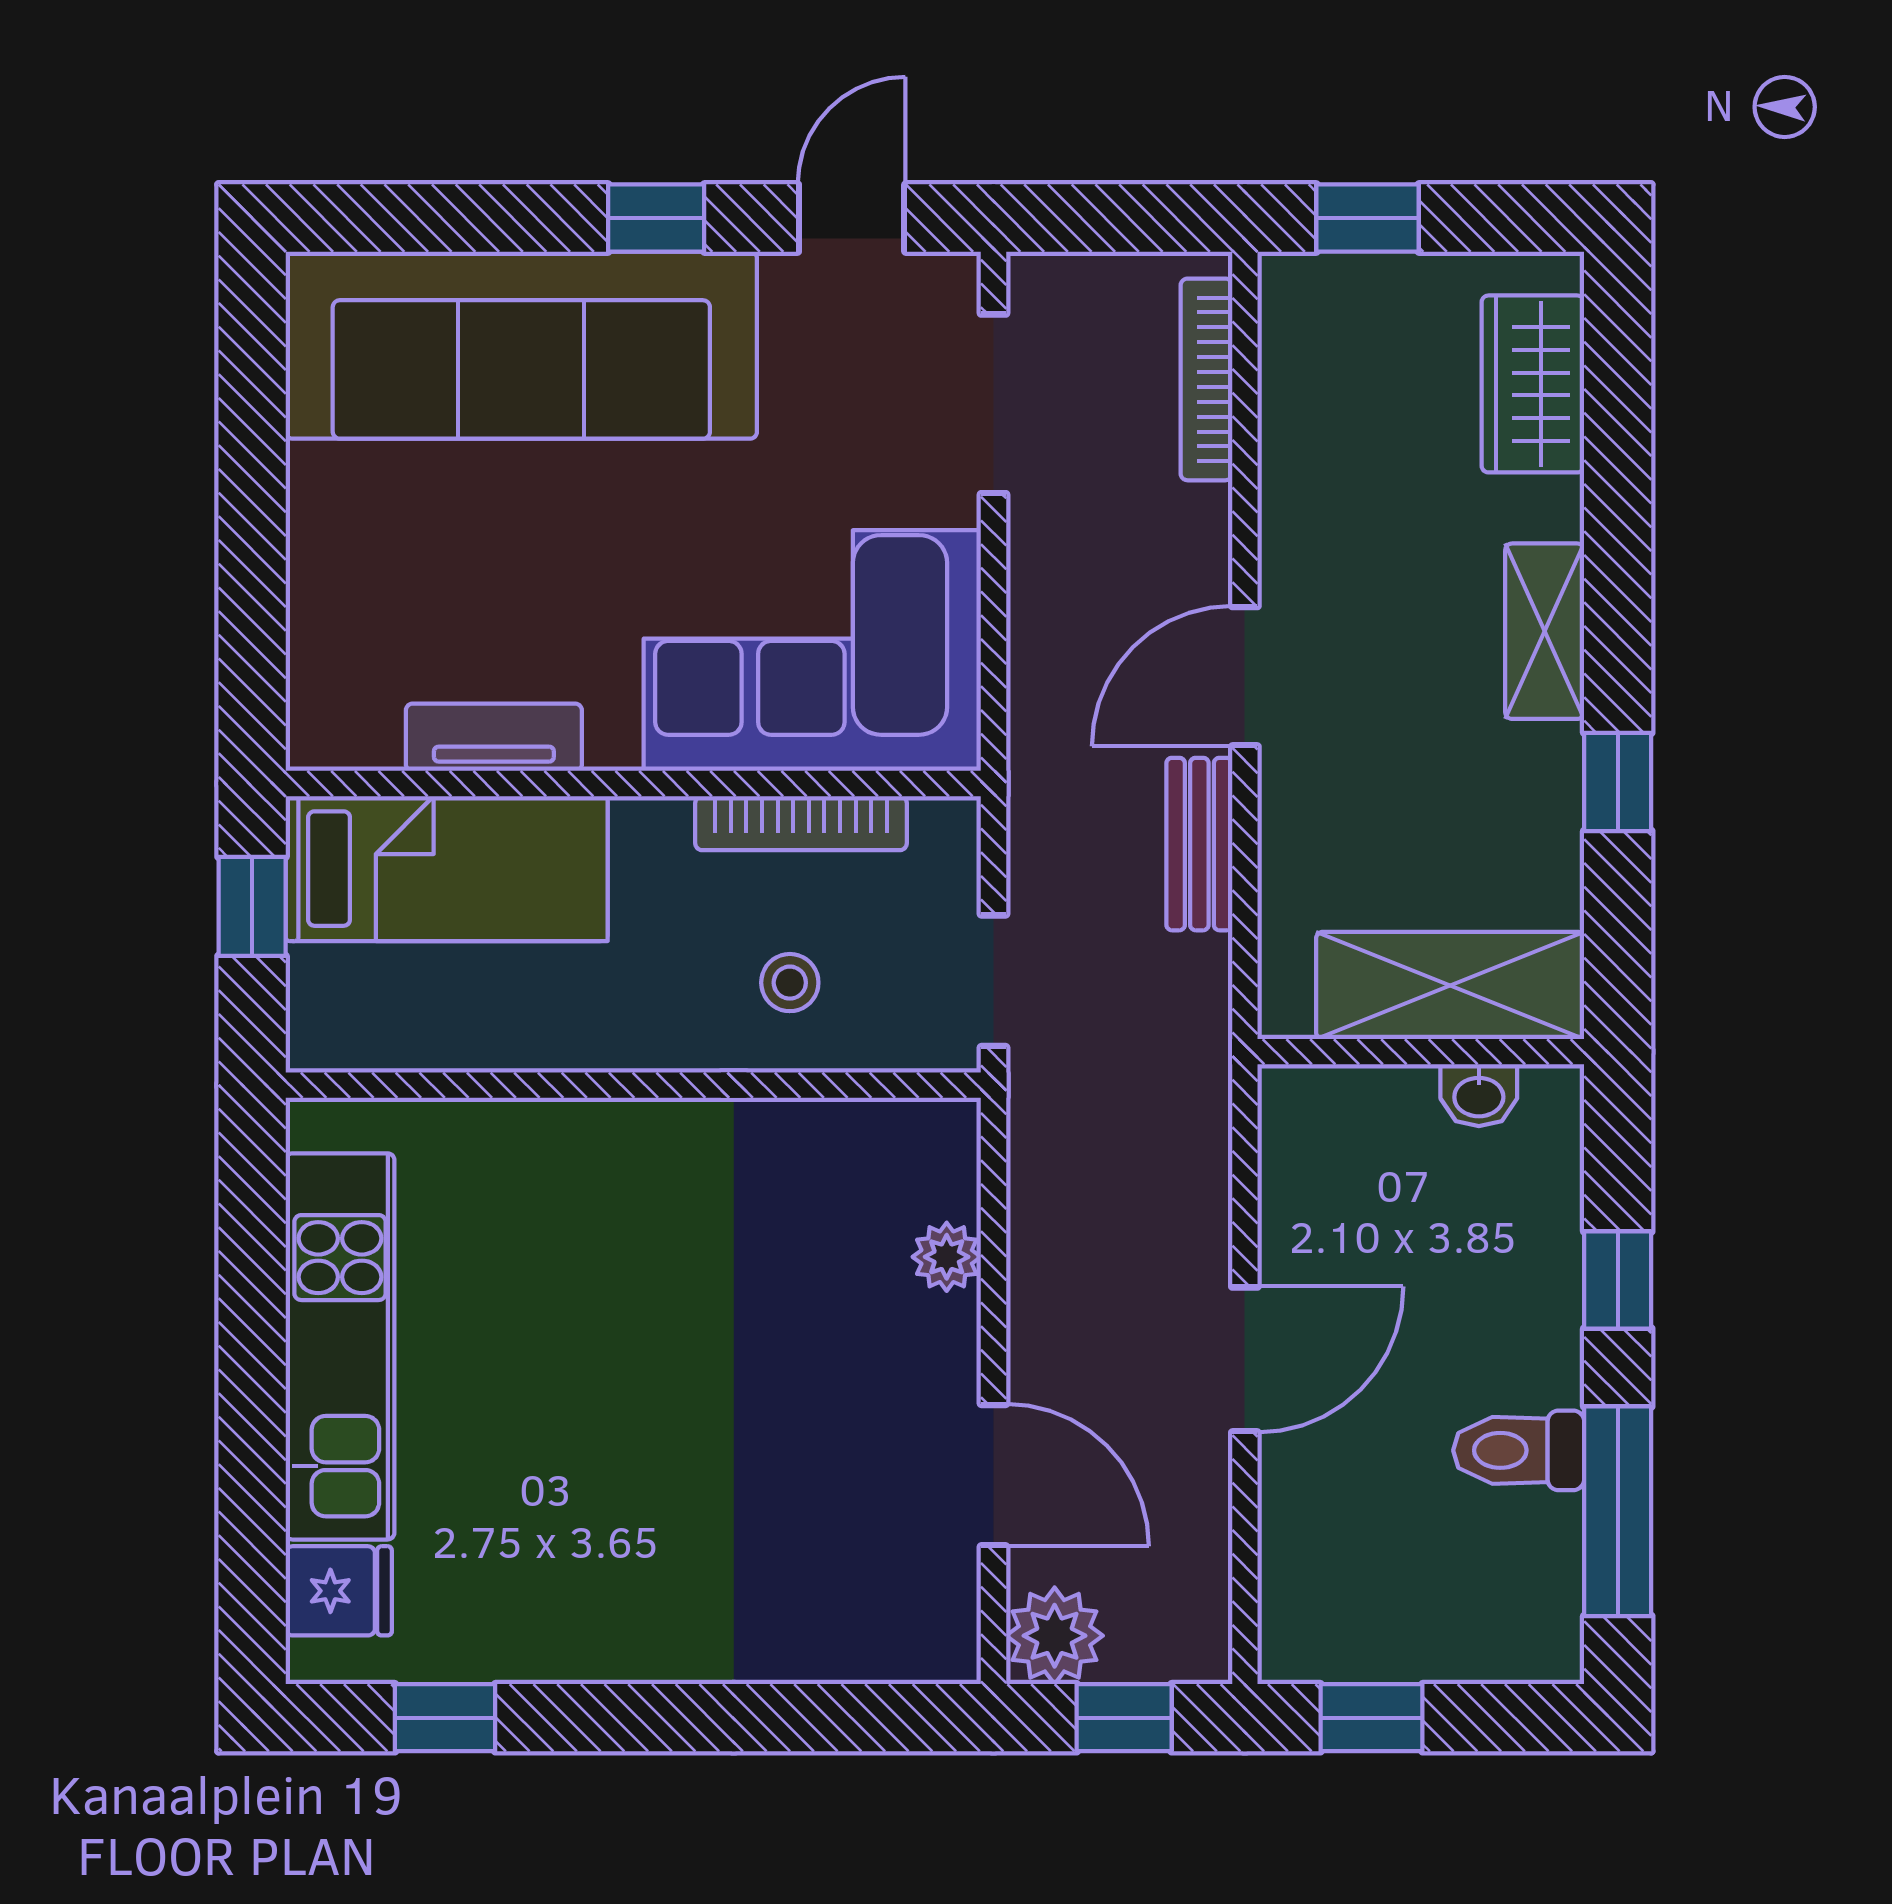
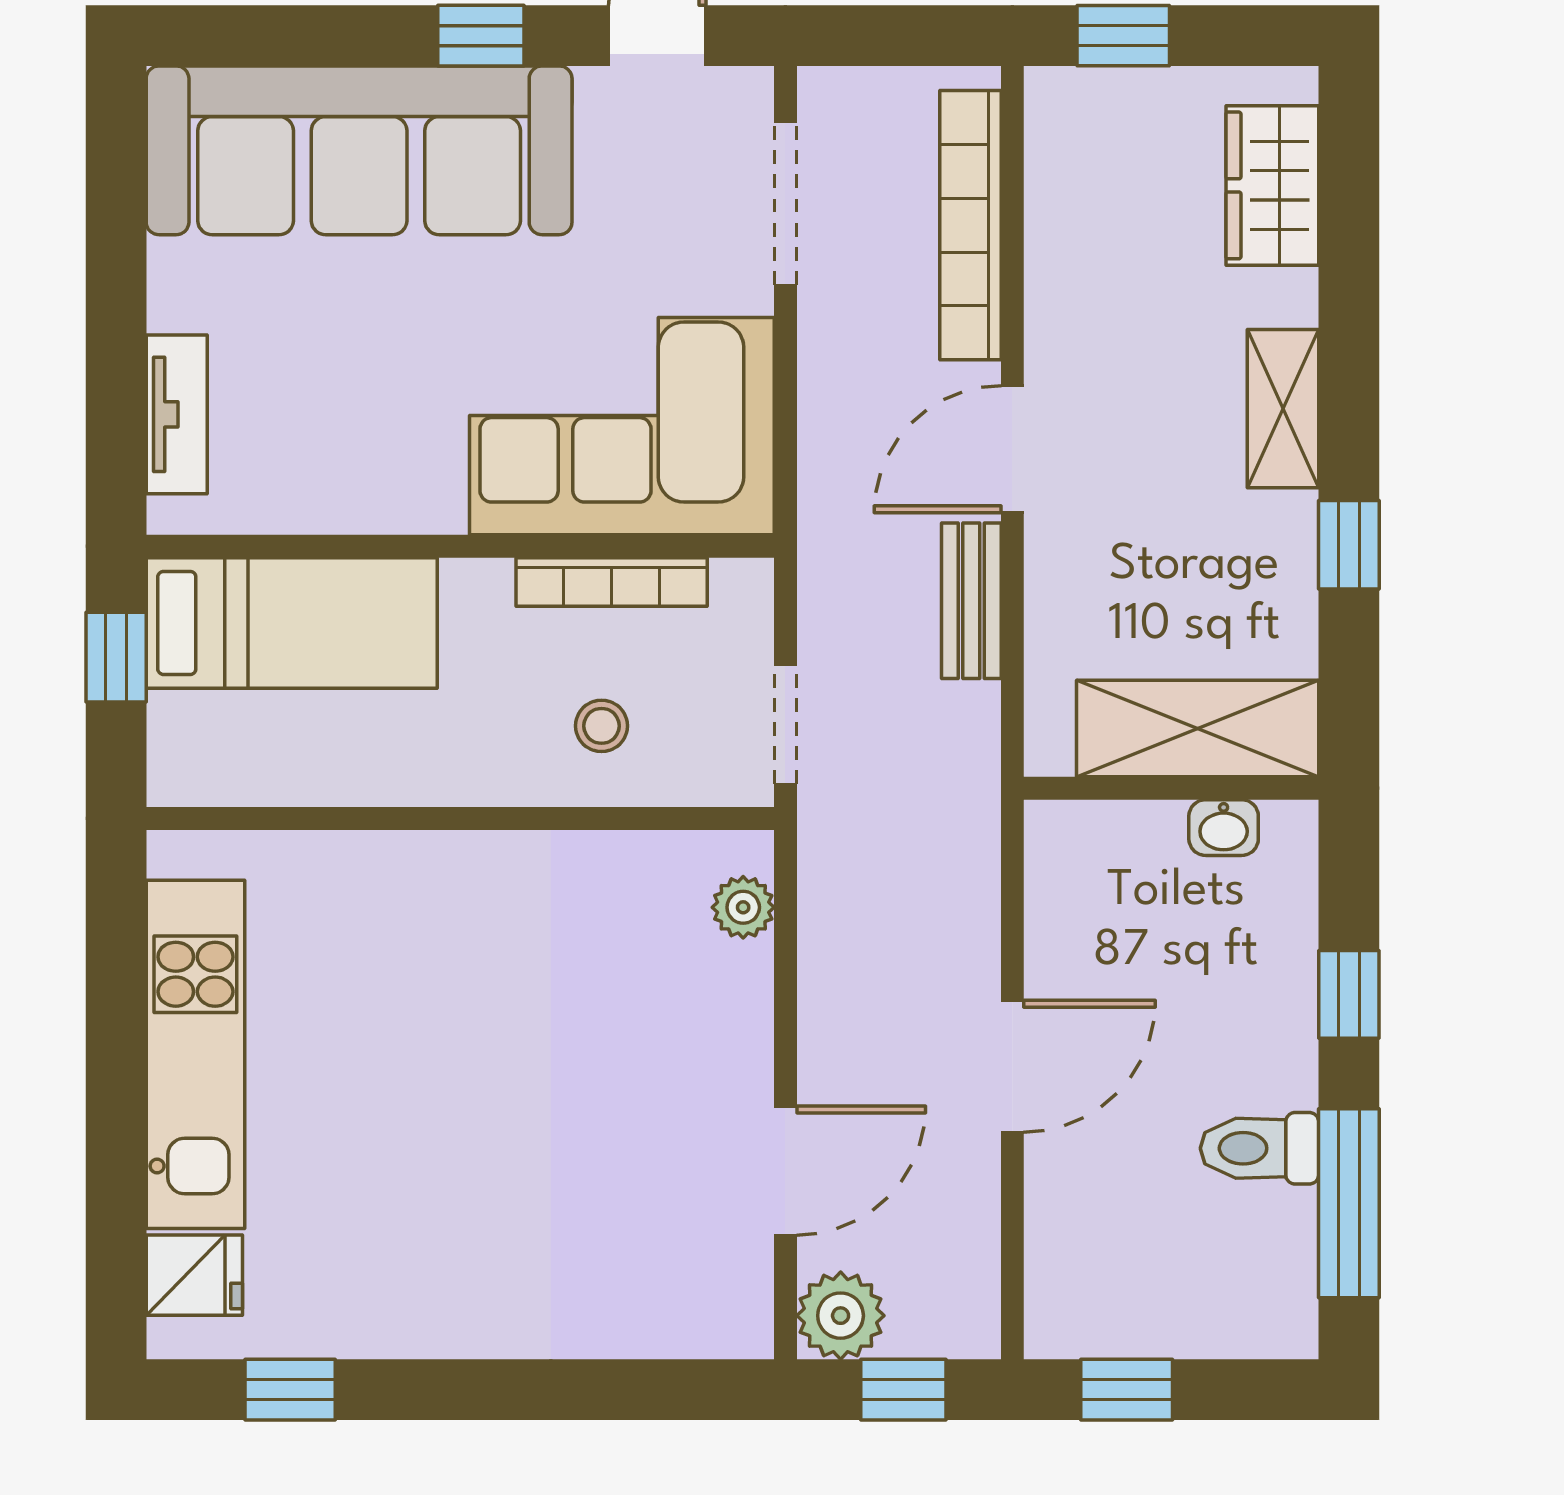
bookcase: (1206, 379) -> (970, 225), width x1.48, depth x1.31
tv unit: (494, 737) -> (177, 414), moved, turned 90
plant: (947, 1257) -> (743, 907), moved
door: (994, 1475) -> (785, 1171), hinge flipped

